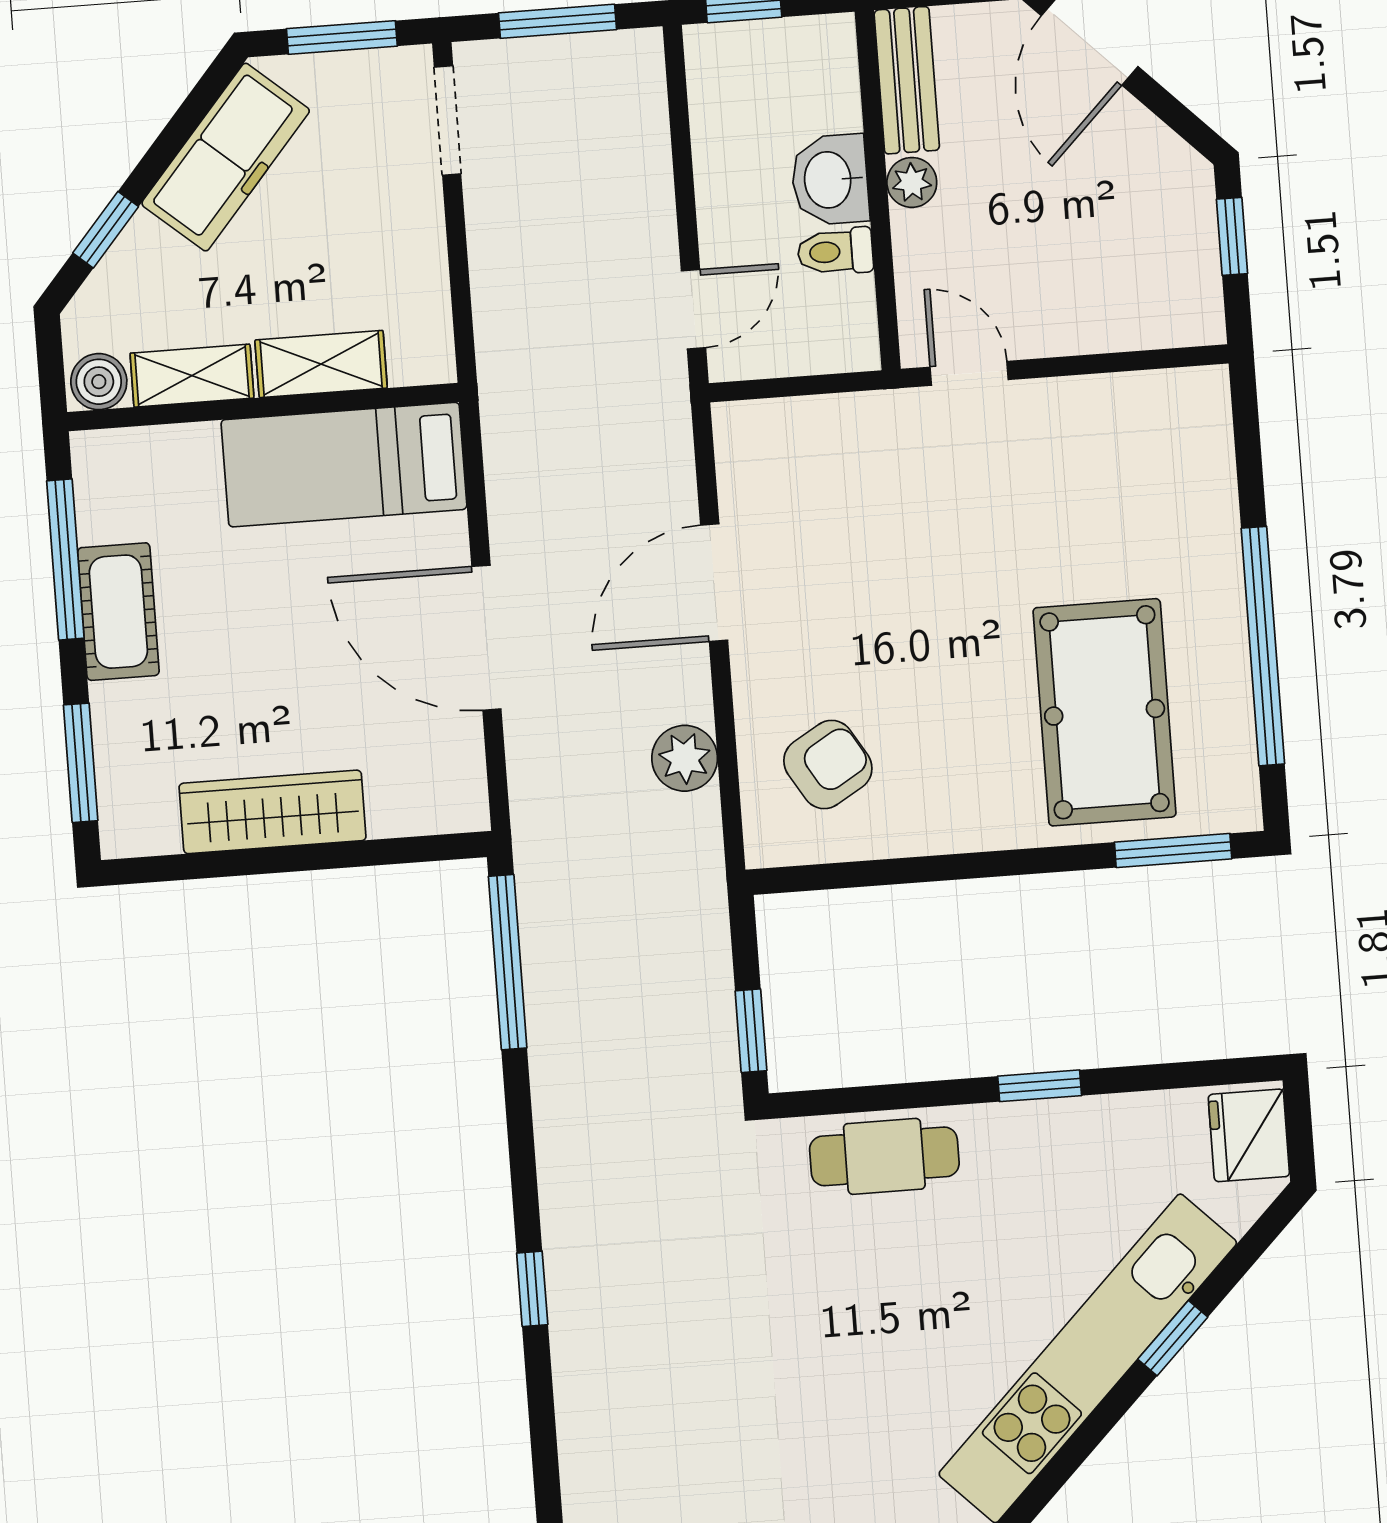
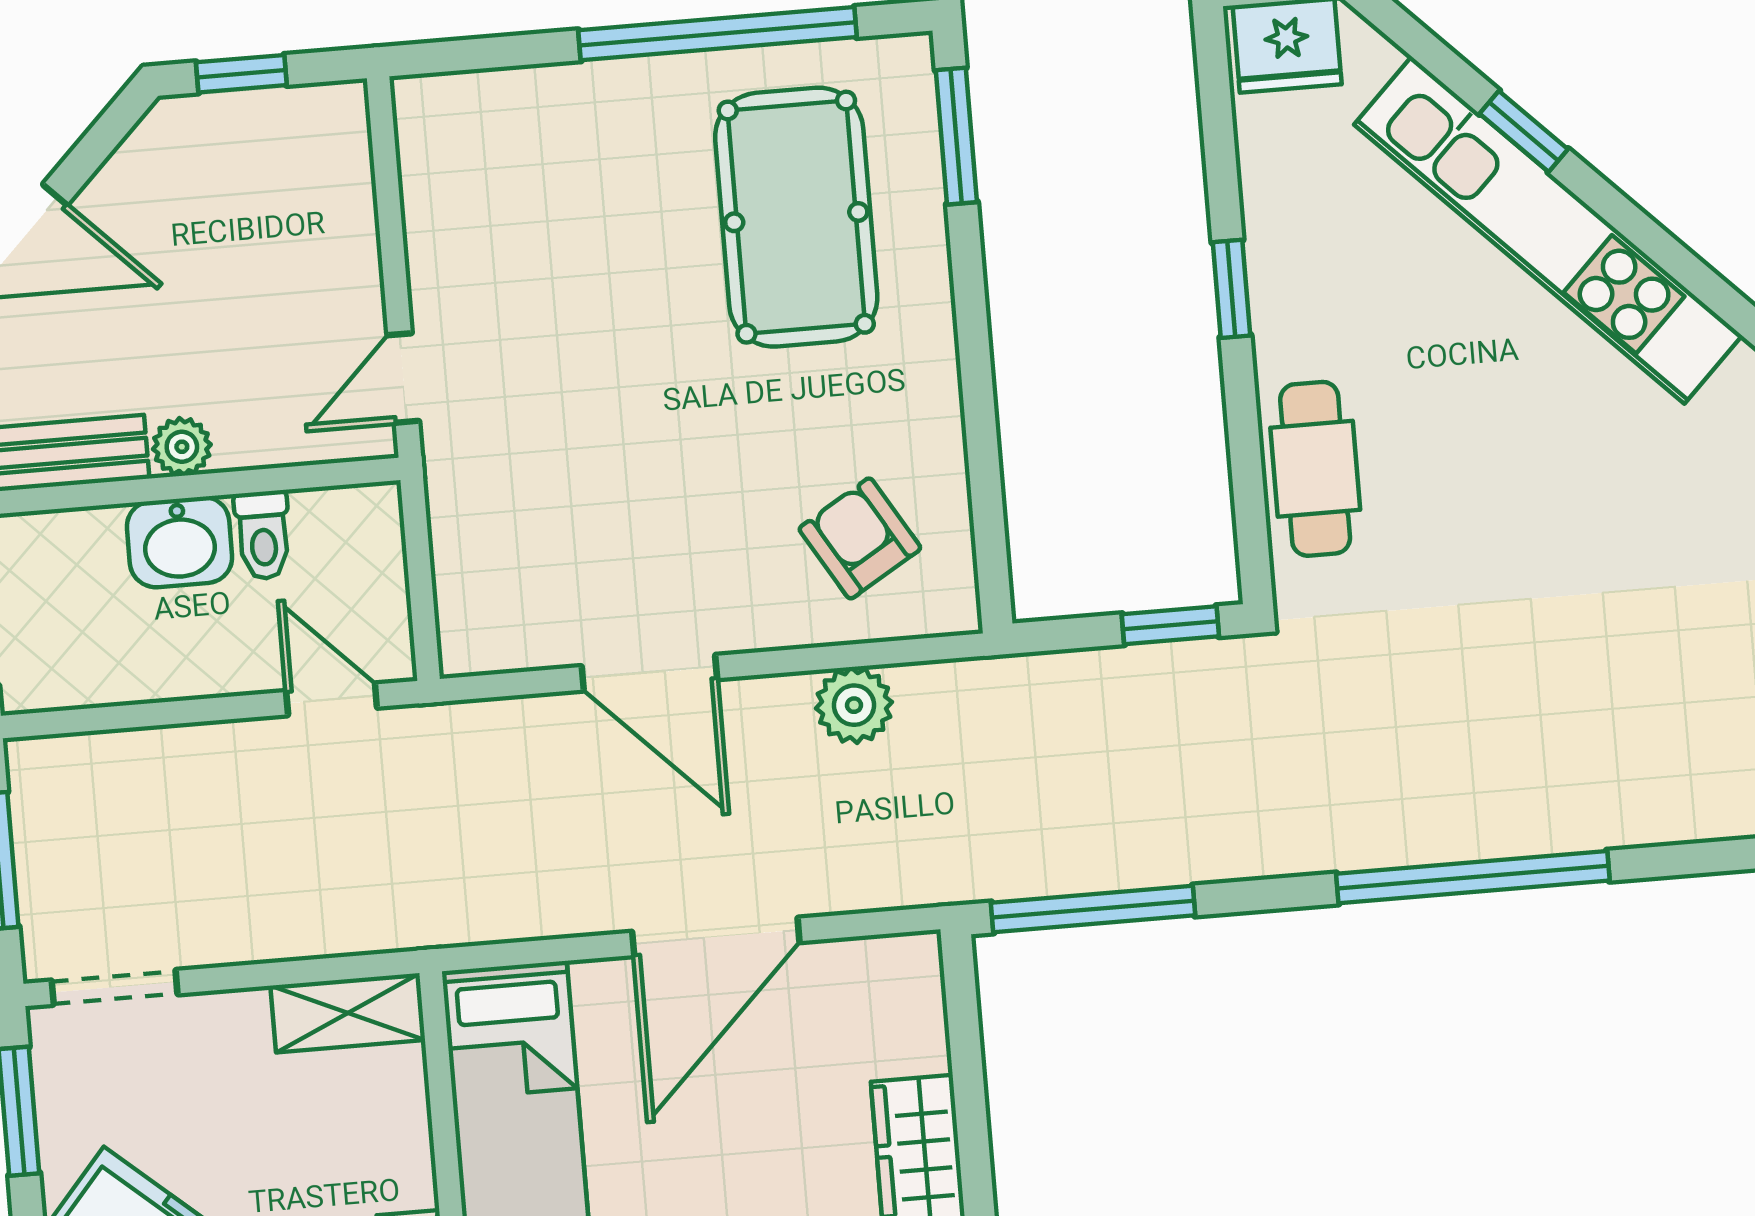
shelving: (321, 364) -> (348, 1013), moved, turned 90
pool table: (1105, 712) -> (796, 217), turned 90
window: (532, 1289) -> (1473, 877), width x3.17

